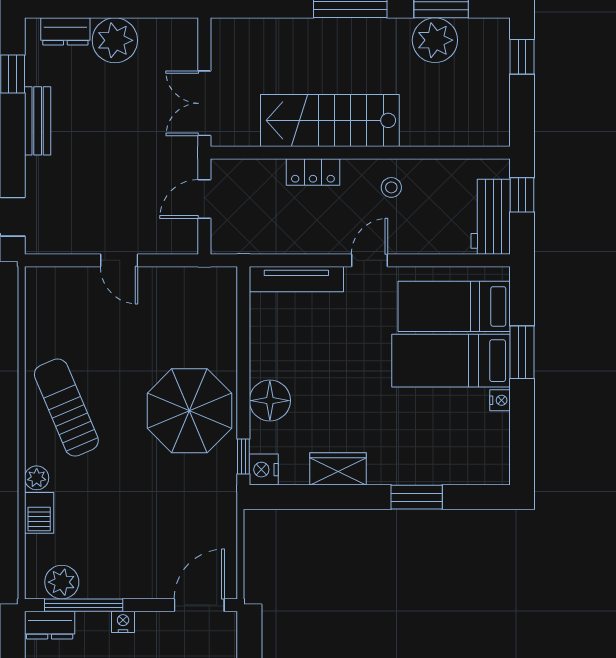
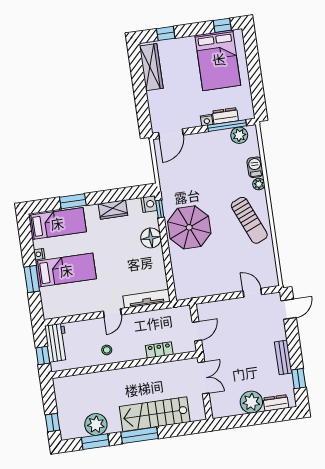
stairs: (330, 120) -> (155, 414), moved, turned 180
locker: (313, 172) -> (159, 350), moved
door: (119, 260) -> (252, 293), moved
bed: (454, 306) -> (57, 223), moved
dresser: (50, 625) -> (225, 116), moved

